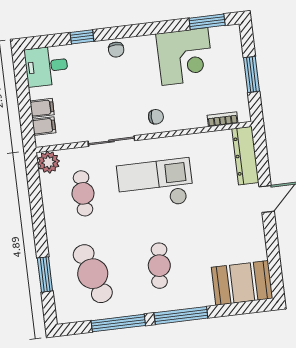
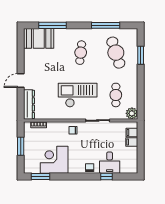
desk: (46, 66) -> (110, 163), moved, turned 90
checkout: (155, 184) -> (78, 95), turned 180
window: (181, 315) -> (53, 25), moved

